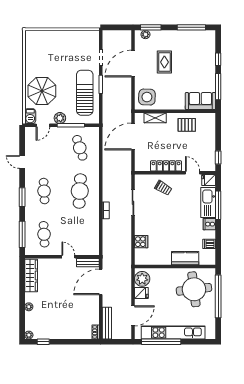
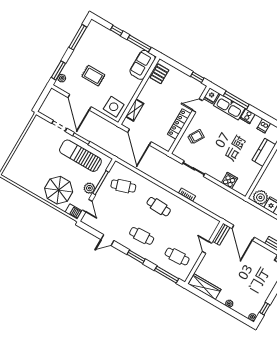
pallet: (187, 125) -> (159, 74), moved
cafe table: (80, 191) -> (159, 207), width x0.73, depth x0.74
door: (68, 257) -> (207, 247), hinge flipped

